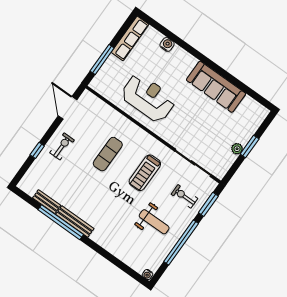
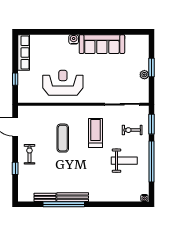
water cooler: (167, 44) -> (74, 39), moved
window: (102, 59) -> (15, 79), width x0.46
treadmill: (145, 173) -> (95, 133), turned 180

